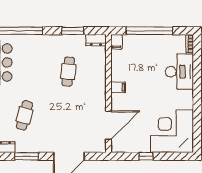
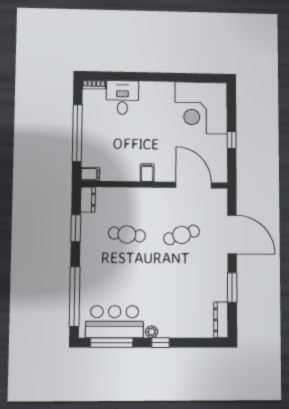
desk: (179, 72) -> (122, 98), width x0.73
cafe table: (24, 115) -> (182, 235), moved, turned -33

